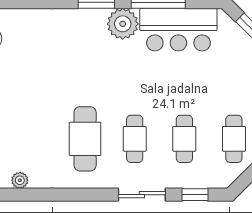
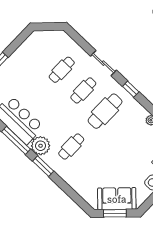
cafe table: (234, 139) -> (71, 146), moved
window: (195, 195) -> (131, 89), moved

